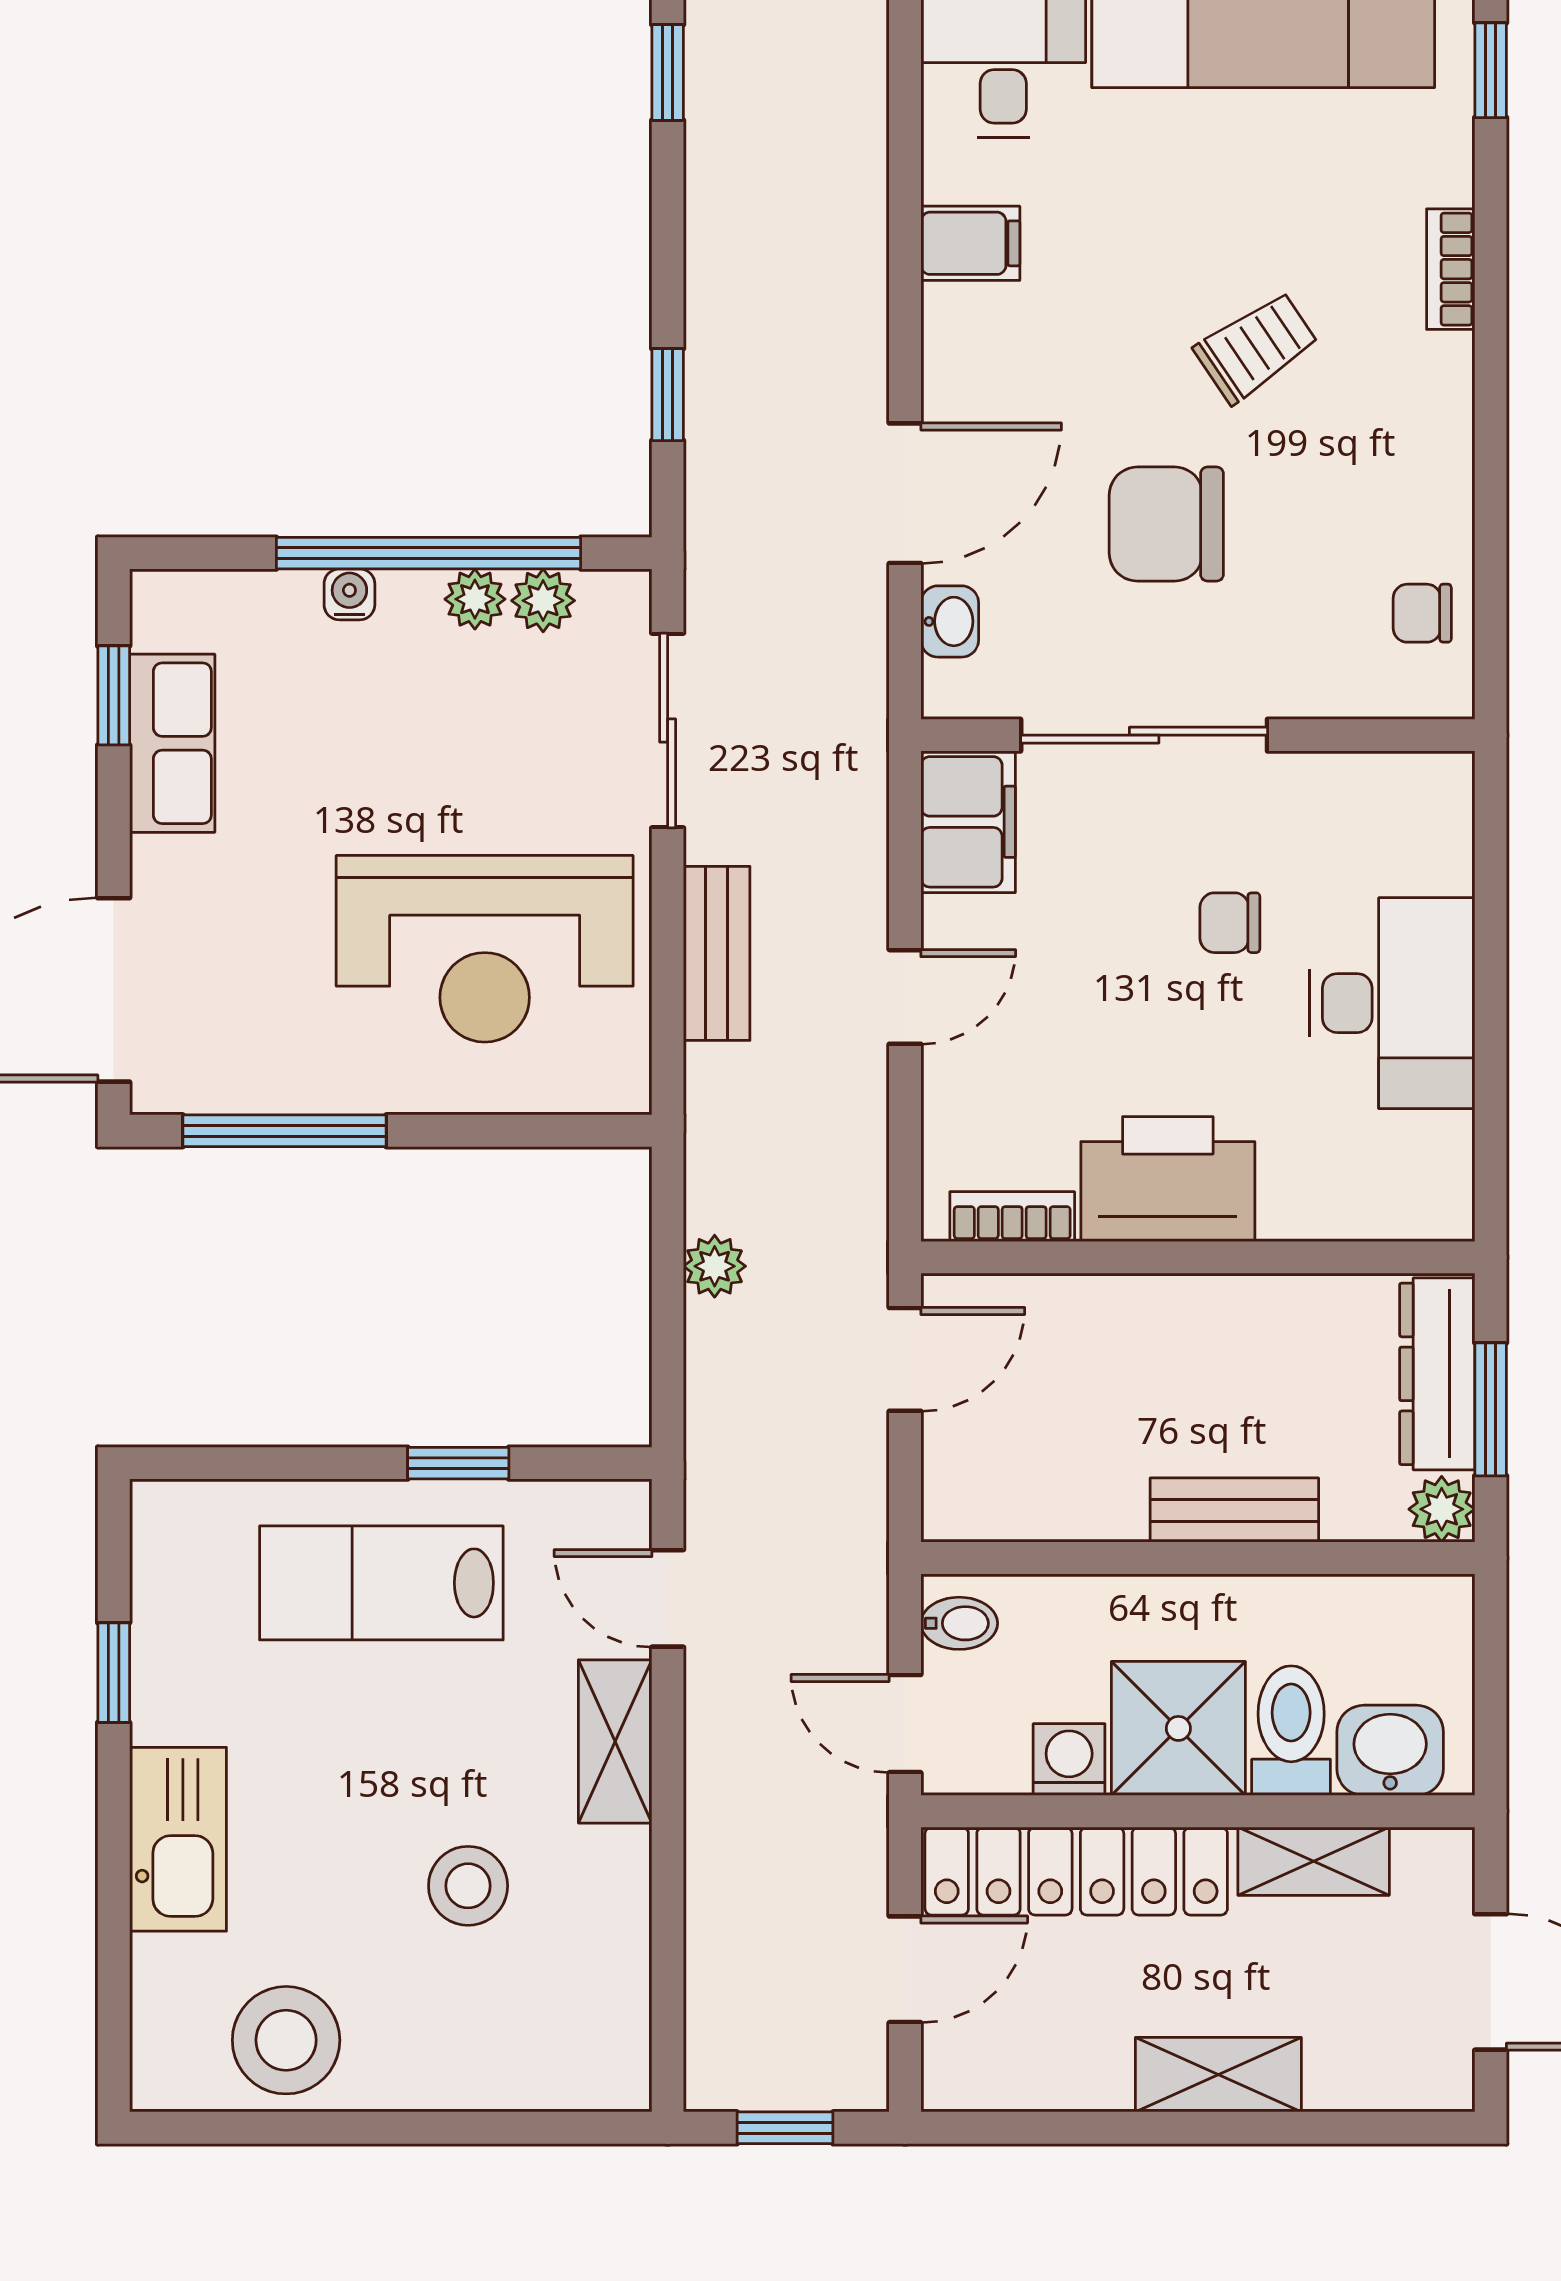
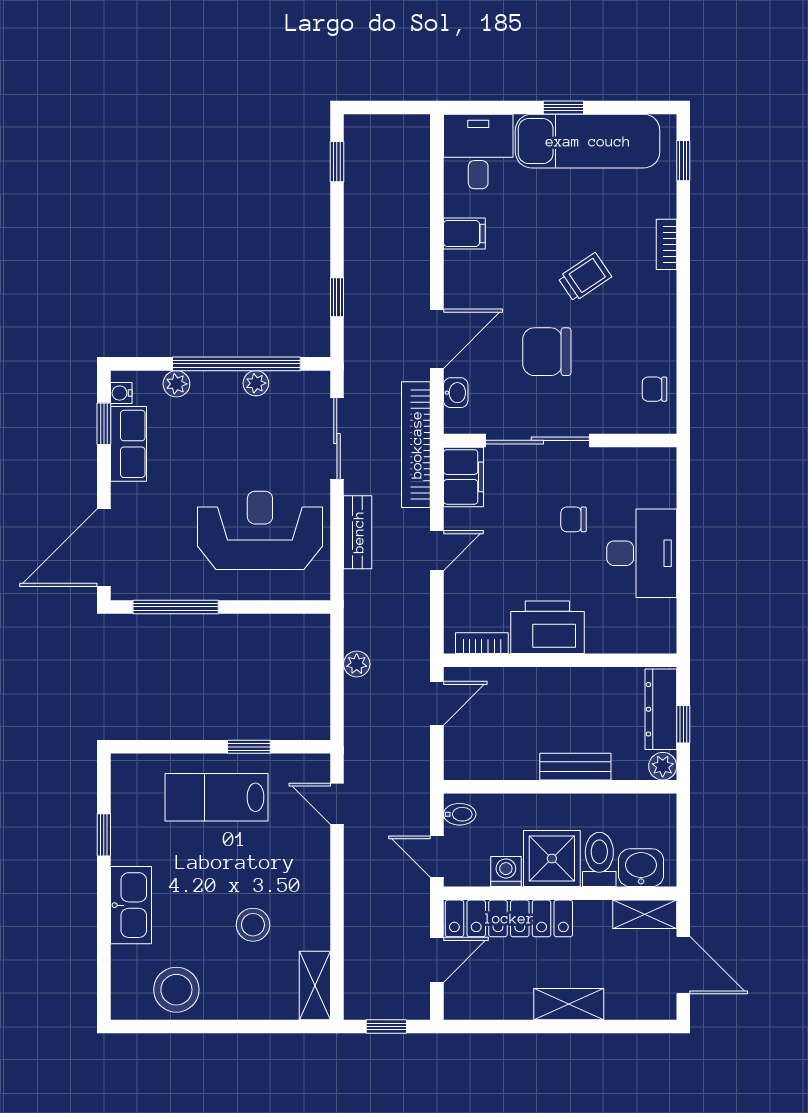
water cooler: (349, 594) -> (121, 393), moved, turned -90
plant: (543, 601) -> (176, 384), moved
bookcase: (855, 745) -> (416, 445), added
reception desk: (485, 949) -> (260, 530), turned 180
window: (1491, 1409) -> (683, 724), width x0.67
shelving: (615, 1741) -> (315, 986), moved
shelving: (1314, 1861) -> (645, 914), moved

